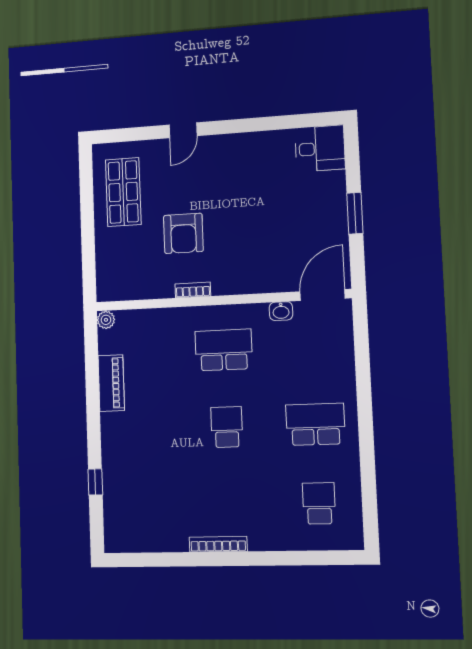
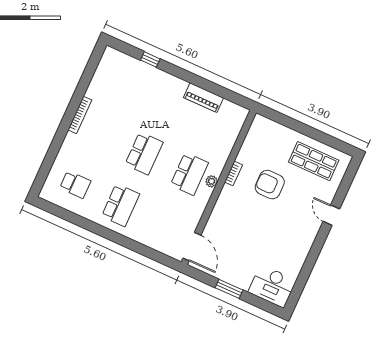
desk: (320, 149) -> (272, 286), width x1.37
washbasin: (281, 311) -> (195, 218), removed
plant: (106, 320) -> (212, 181), moved
school desk: (227, 427) -> (144, 153), width x1.85

